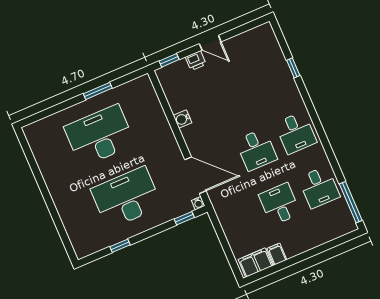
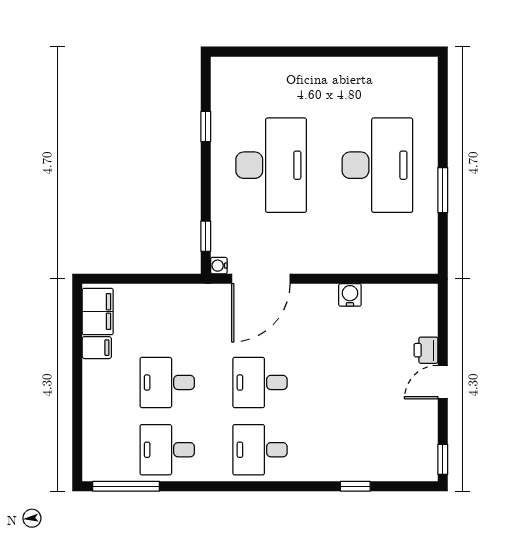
window: (169, 60) -> (443, 459), moved
desk: (280, 204) -> (167, 382), turned 180

